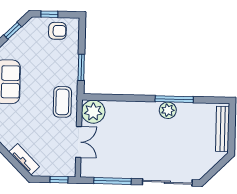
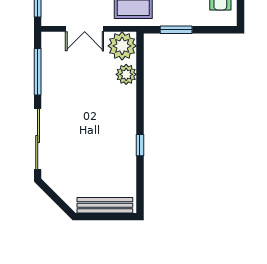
window: (174, 99) -> (140, 145), width x0.46
plant: (168, 110) -> (126, 74), moved

